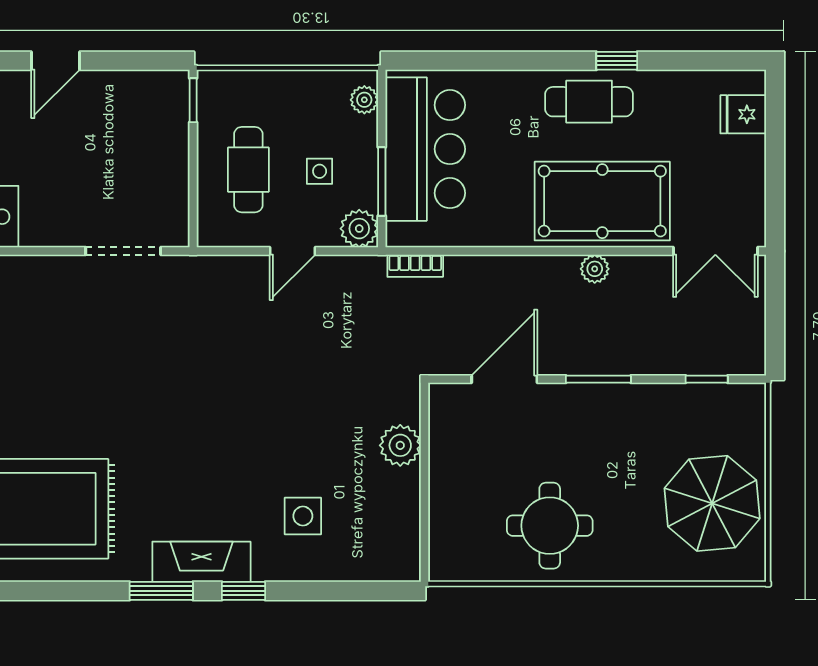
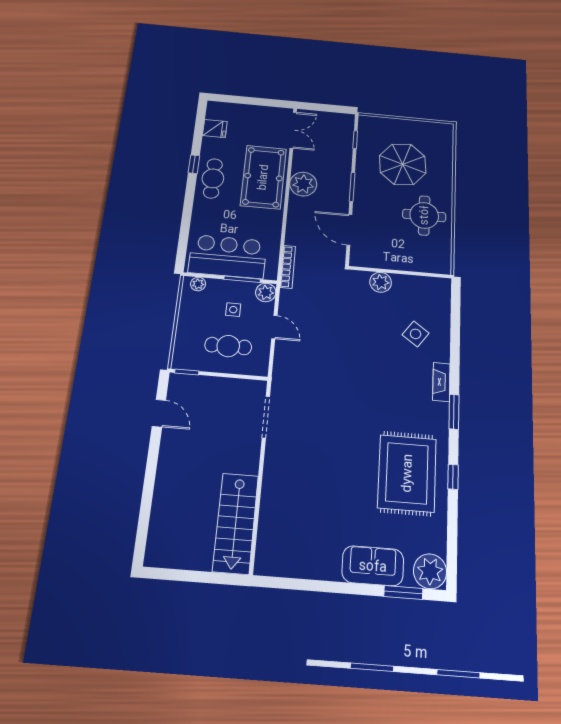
door: (55, 61) -> (159, 413), moved
fridge: (743, 114) -> (215, 129), moved, turned -90
bookcase: (415, 266) -> (288, 267), width x1.56
plant: (595, 269) -> (303, 184), width x1.88, depth x1.88
parasol: (712, 503) -> (403, 164), moved
side table: (303, 516) -> (416, 334), turned 36
fireplace: (201, 562) -> (441, 382), width x0.73, depth x0.76
window: (243, 591) -> (453, 477), moved

